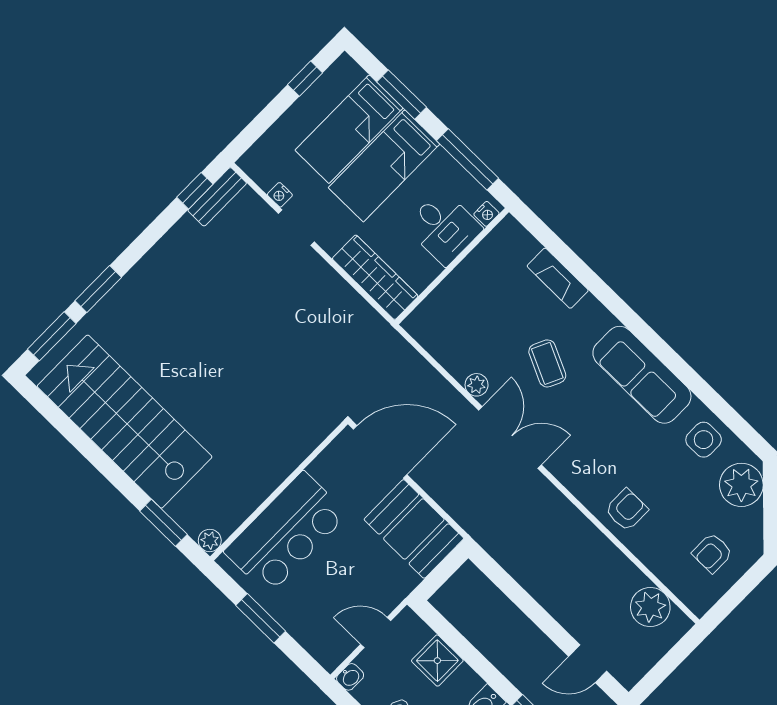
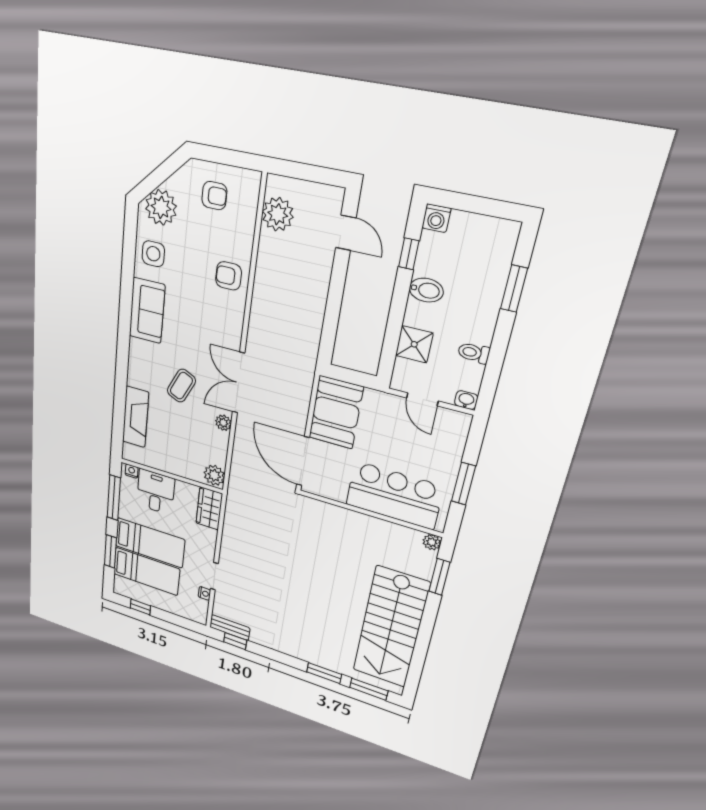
wardrobe: (375, 277) -> (209, 508), width x0.67
fireplace: (558, 278) -> (136, 417), width x1.37, depth x1.32
plant: (422, 326) -> (214, 475), added
sofa: (642, 375) -> (147, 311), width x0.73

